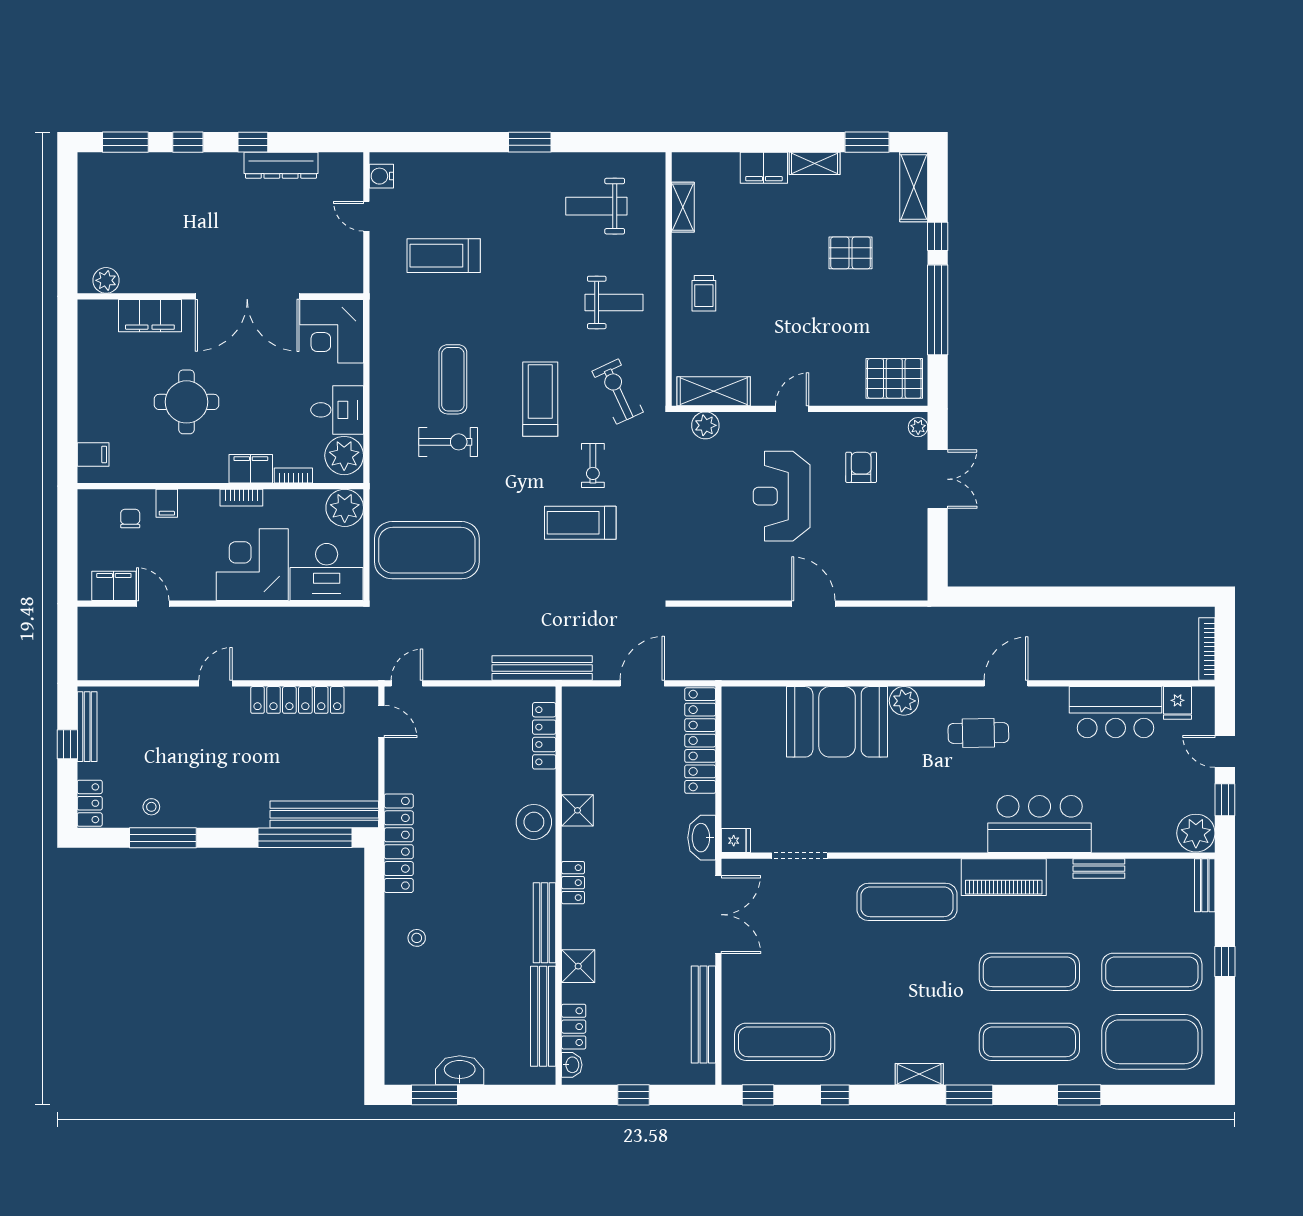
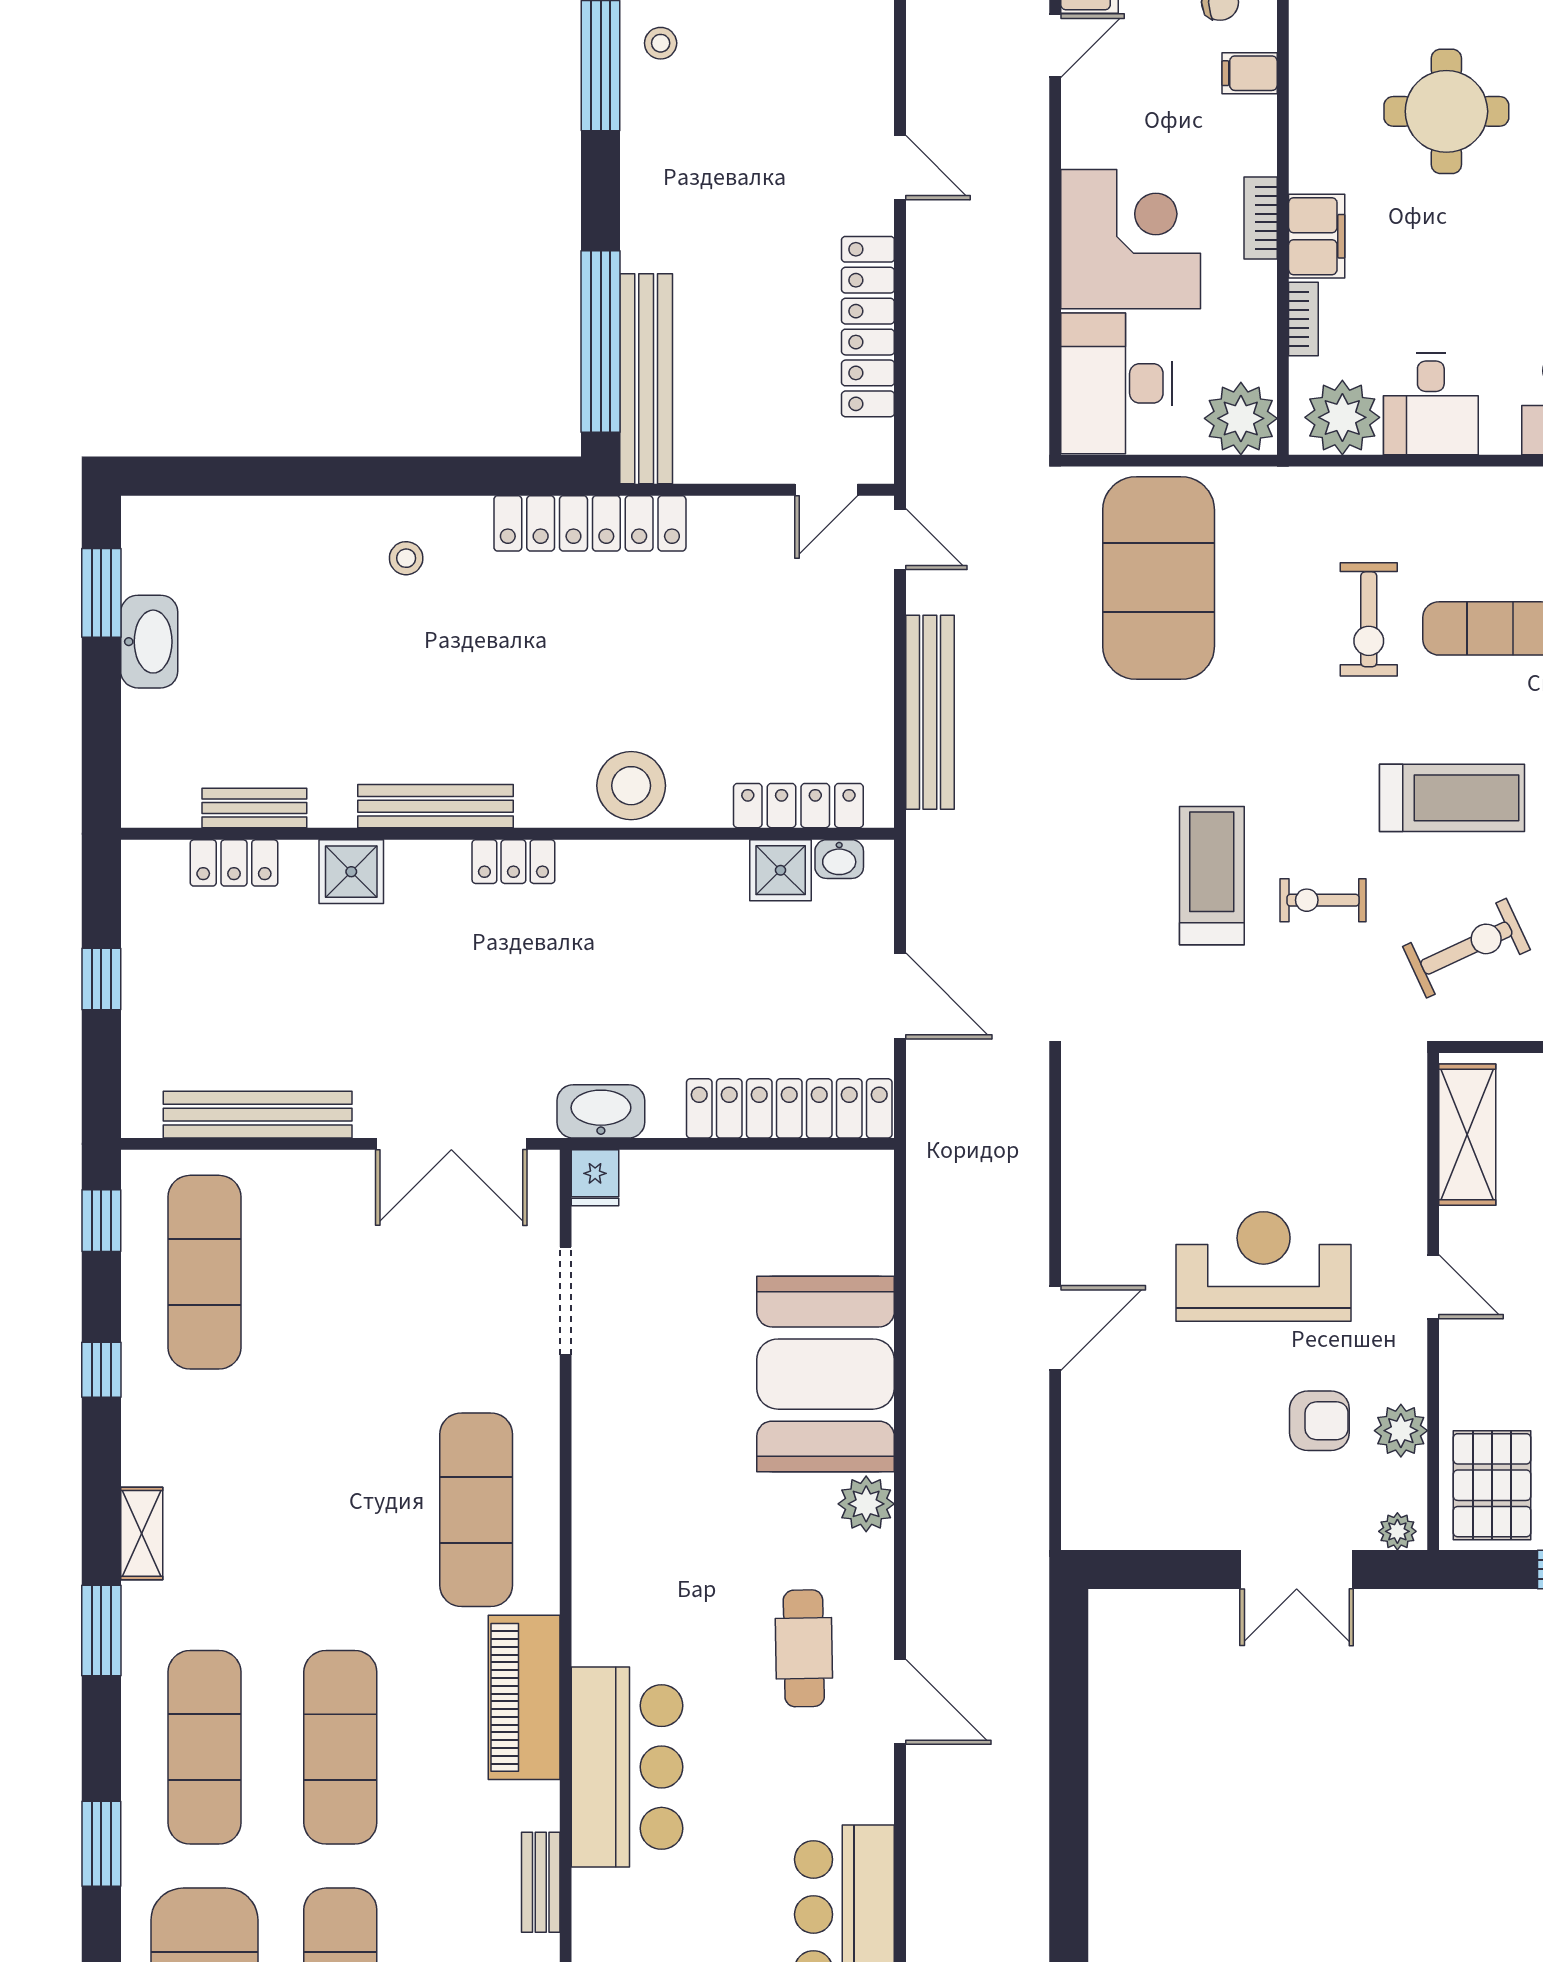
plant: (705, 425) -> (1401, 1431), moved
bench: (542, 668) -> (930, 712), moved
shower: (577, 810) -> (781, 870), moved
bench: (543, 1016) -> (254, 808), width x0.54, depth x0.82
washbasin: (572, 1065) -> (839, 859), moved

